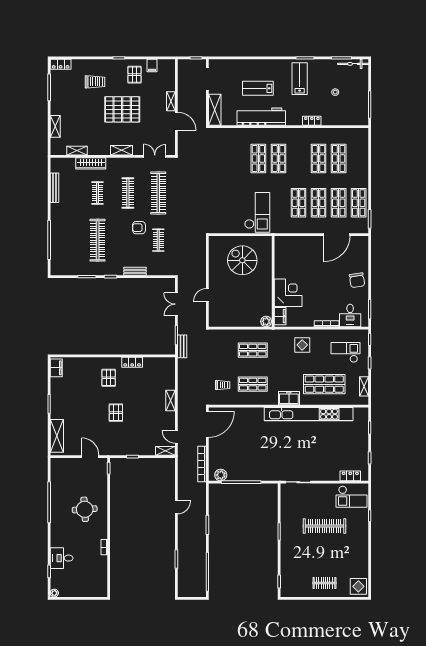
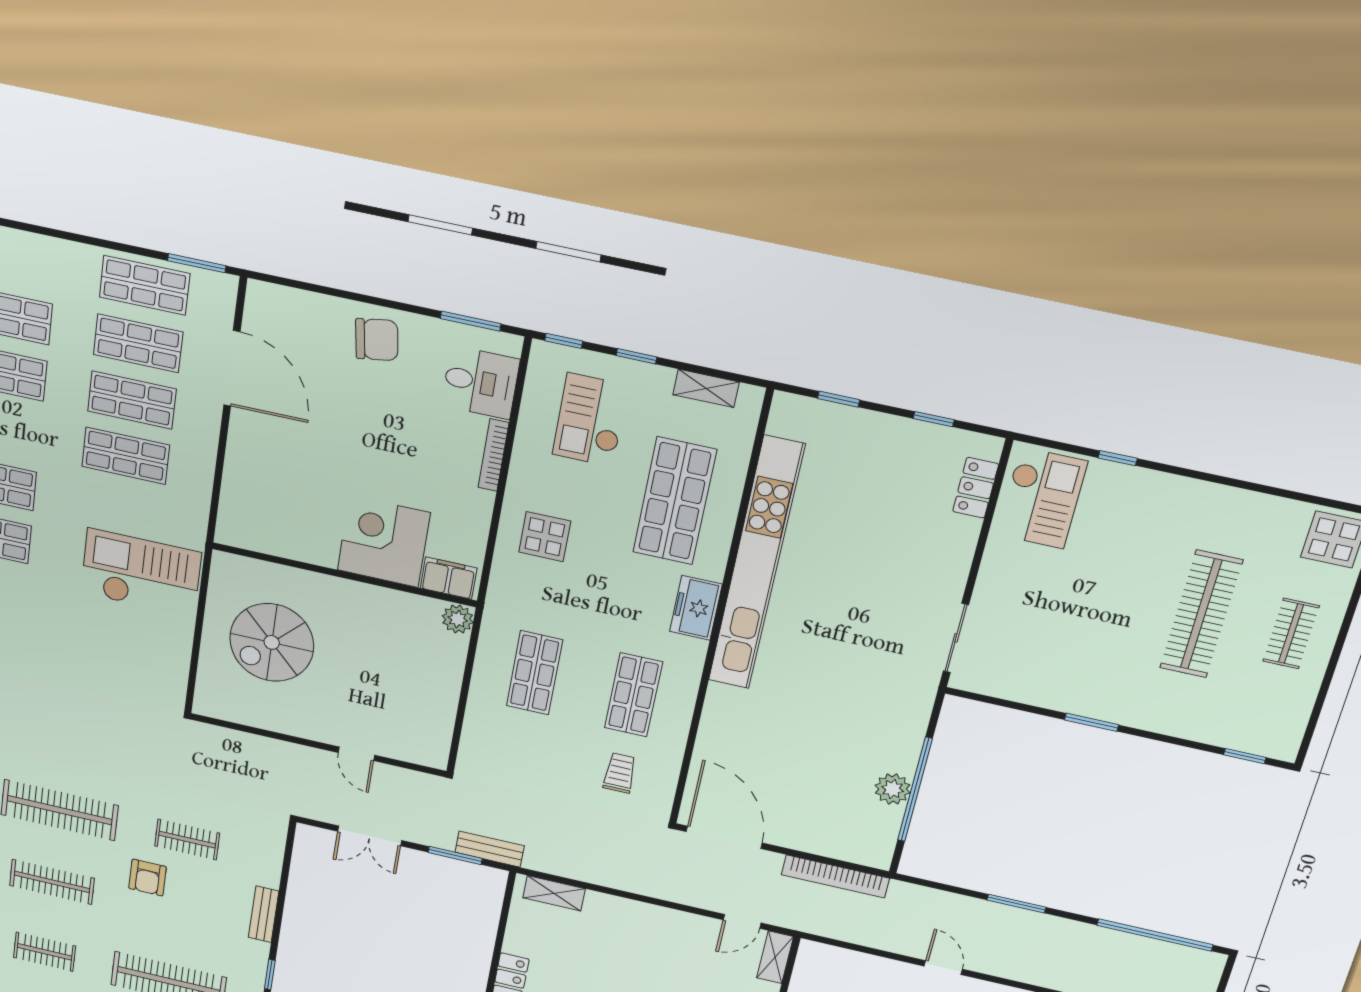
shelving: (171, 401) -> (554, 893), moved
plant: (221, 475) -> (893, 789), moved
clothes rail: (324, 526) -> (1201, 614), moved

